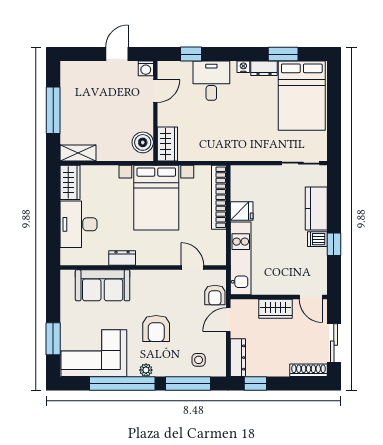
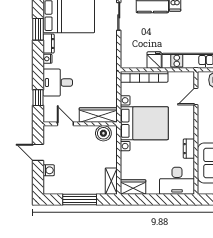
washing machine: (146, 68) -> (49, 170), moved
wardrobe: (167, 144) -> (98, 115), width x1.50
desk: (78, 224) -> (177, 181), moved

